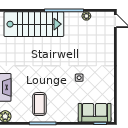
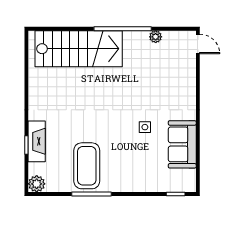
coffee table: (39, 104) -> (87, 166), width x1.36, depth x1.32
sofa: (95, 113) -> (182, 144), moved, turned -90

